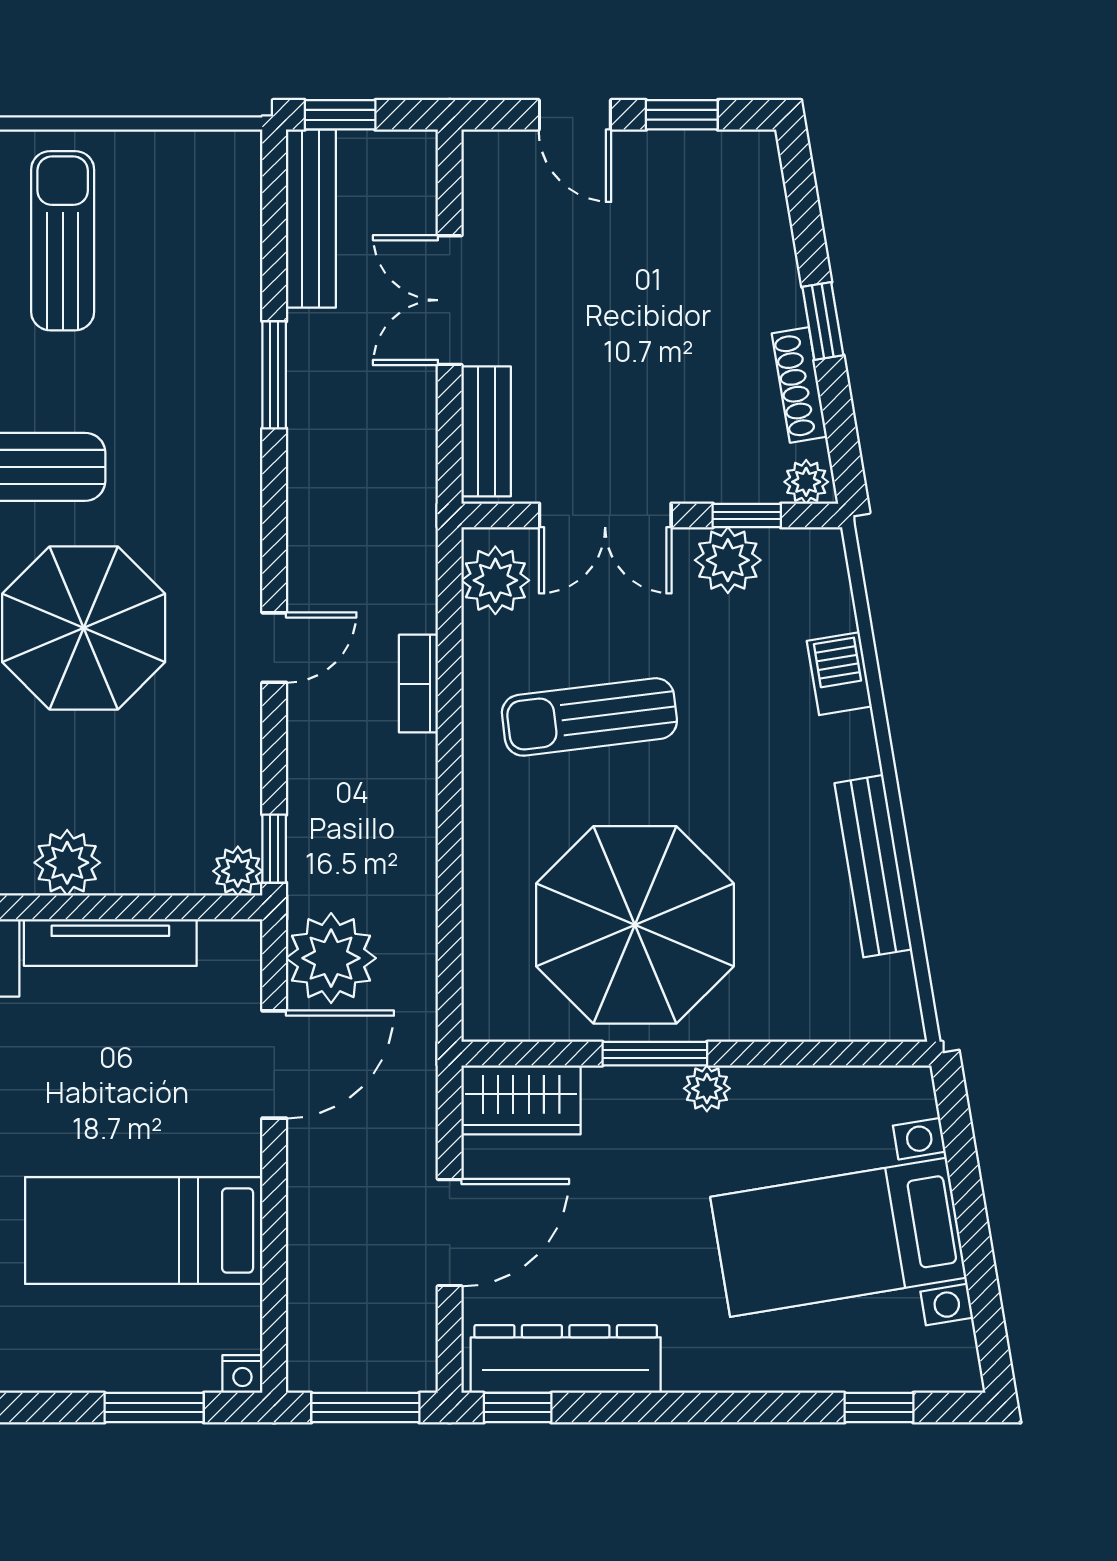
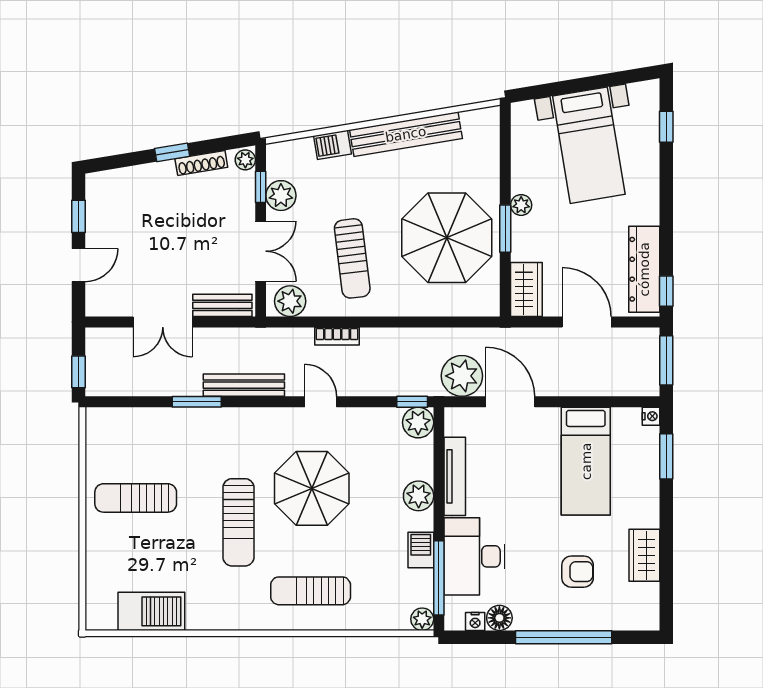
bench: (311, 219) -> (244, 385), moved
bench: (873, 866) -> (406, 134), width x1.37, depth x1.21
plant: (238, 871) -> (418, 423), width x1.38, depth x1.38

